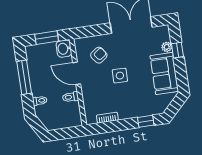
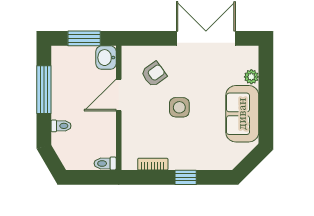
window: (177, 50) -> (266, 84), removed
door: (77, 73) -> (119, 95), hinge flipped
toilet: (70, 97) -> (105, 163), moved
window: (146, 121) -> (186, 177), moved

